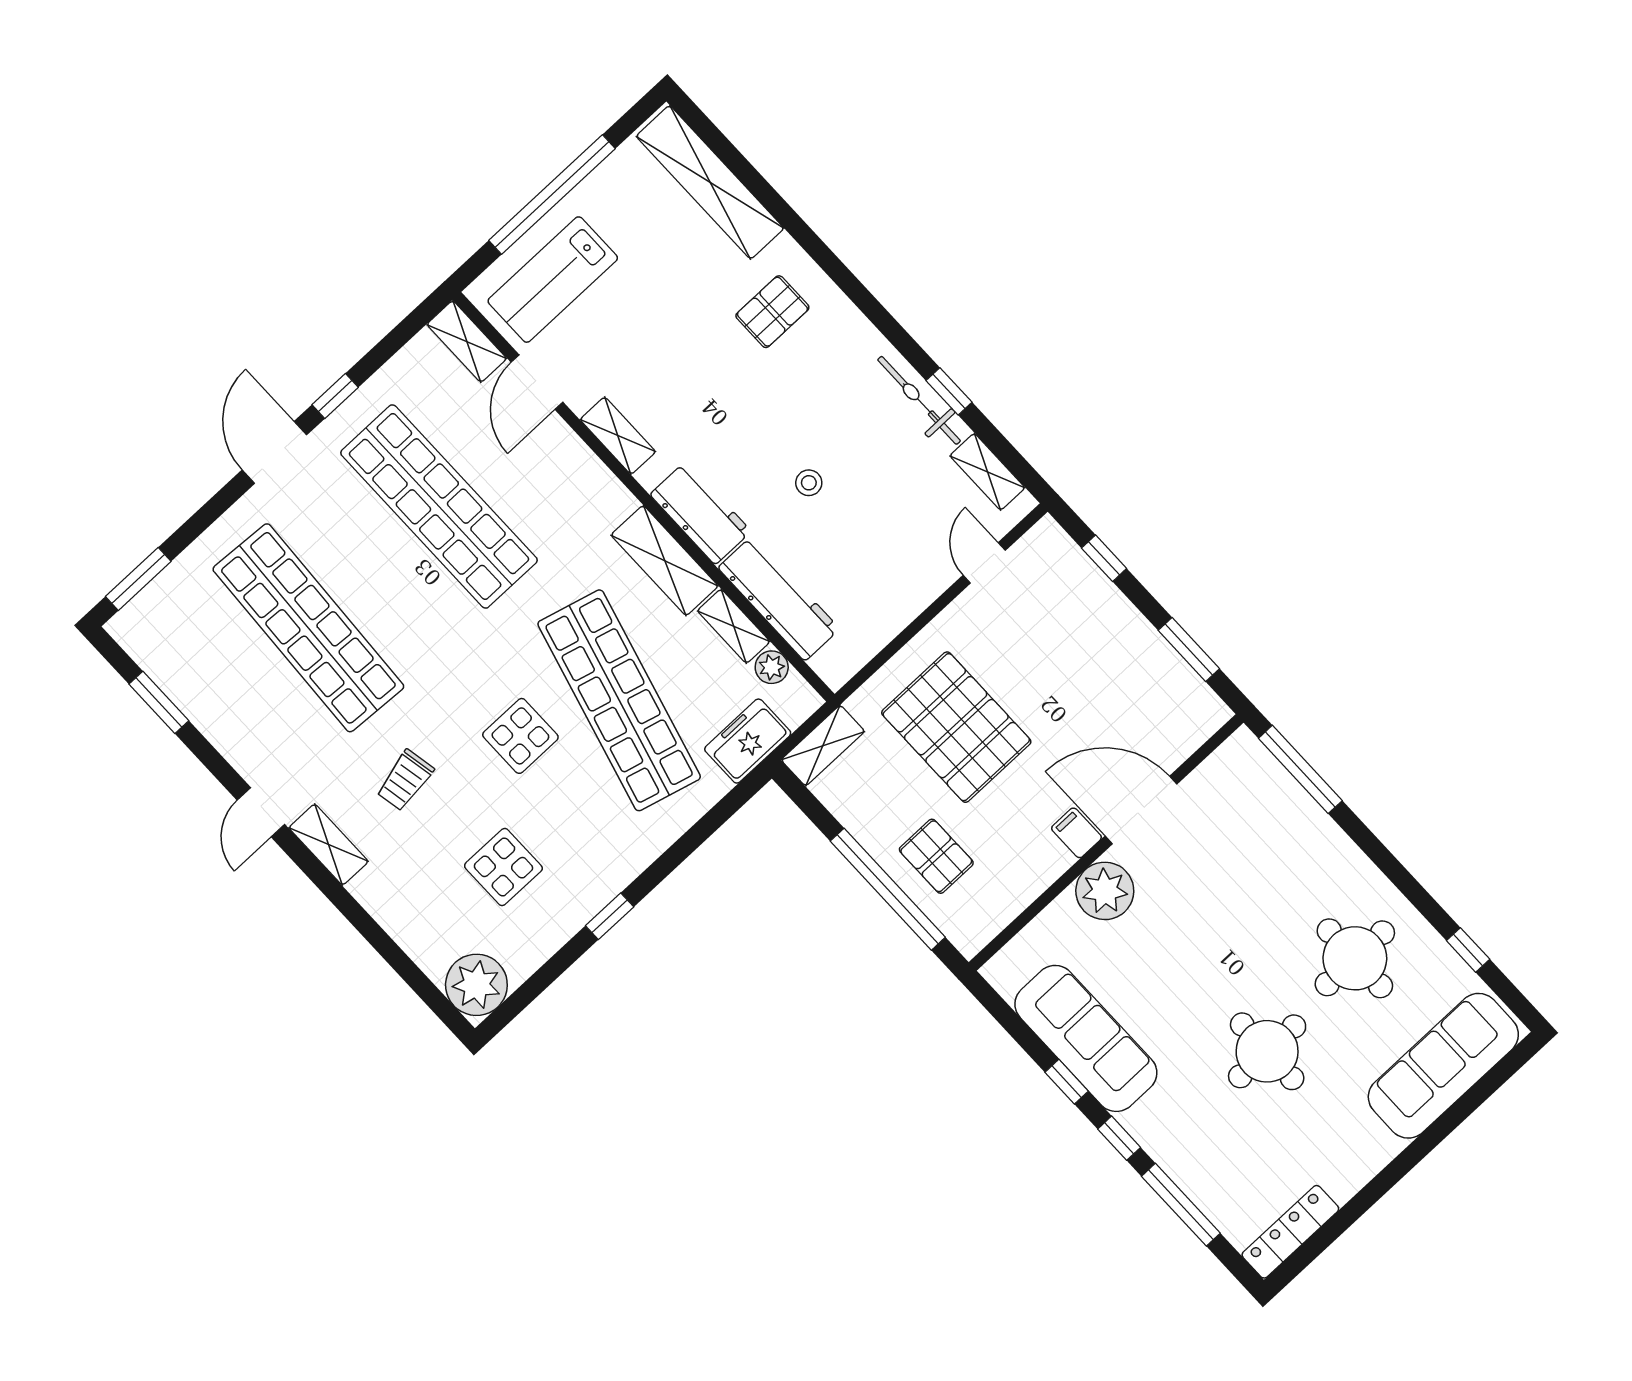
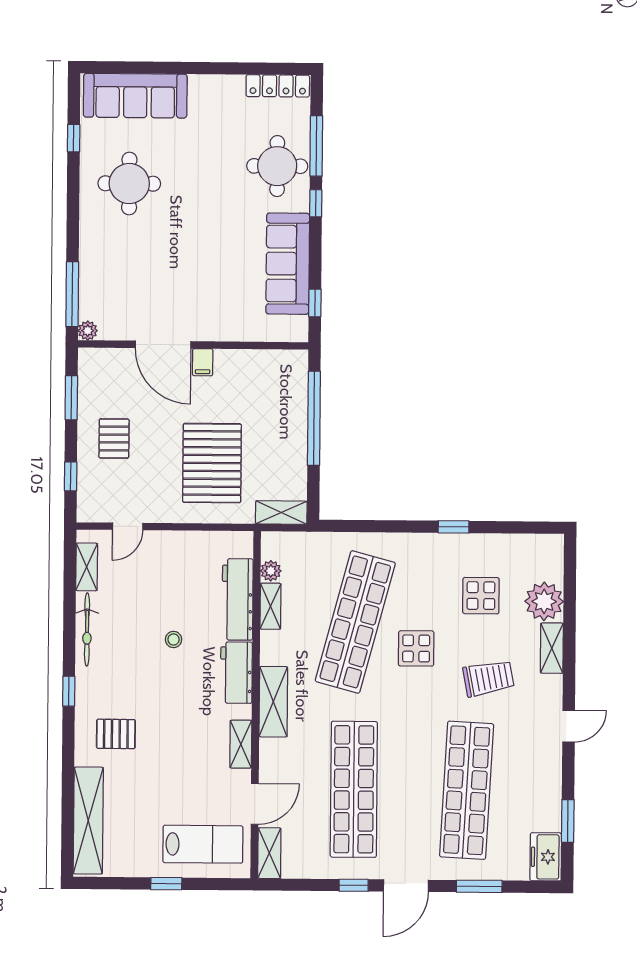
window: (552, 194) -> (166, 884), width x0.32
window: (949, 391) -> (69, 691), moved
shelving: (665, 561) -> (273, 702), moved
window: (138, 579) -> (479, 886), moved
freezer: (748, 741) -> (546, 857), moved, turned 90
trolley: (405, 780) -> (488, 678), width x1.36, depth x1.39
shelving: (329, 845) -> (552, 648), moved
pallet: (936, 856) -> (114, 438), moved
plant: (1105, 891) -> (88, 331), moved, width x0.53, depth x0.53
plant: (476, 985) -> (544, 601), moved
round table: (1267, 1051) -> (277, 166), moved
window: (1067, 1082) -> (315, 303), moved

